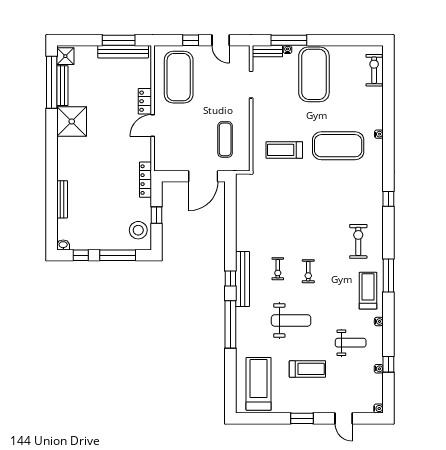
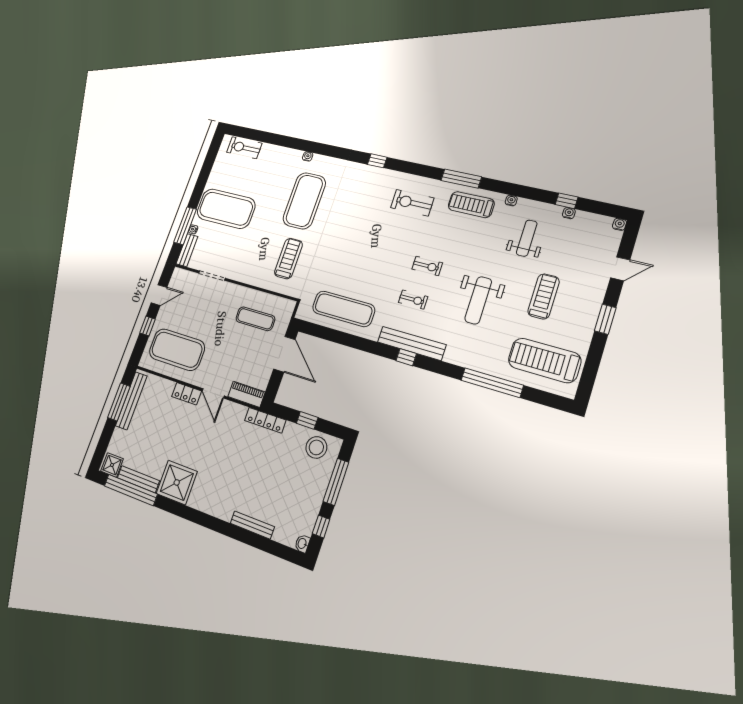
treadmill: (284, 150) -> (288, 259), turned 180
piano: (161, 155) -> (246, 394), added
exercise mat: (255, 214) -> (343, 309), added
weight bench: (291, 320) -> (478, 300), turned 180
window: (230, 324) -> (492, 383), moved

